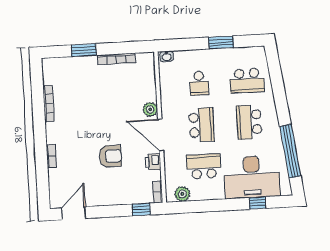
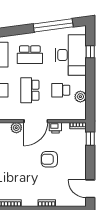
school desk: (201, 125) -> (30, 90), turned -90
armchair: (110, 156) -> (49, 159), turned -90
school desk: (204, 166) -> (61, 90), width x0.54
plant: (182, 194) -> (80, 97), moved

